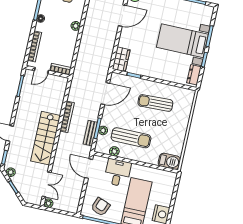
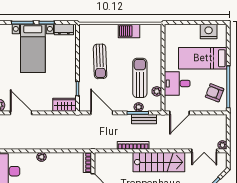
barbecue: (169, 161) -> (129, 31), moved, turned -90
double door: (47, 184) -> (204, 151), swing flipped

